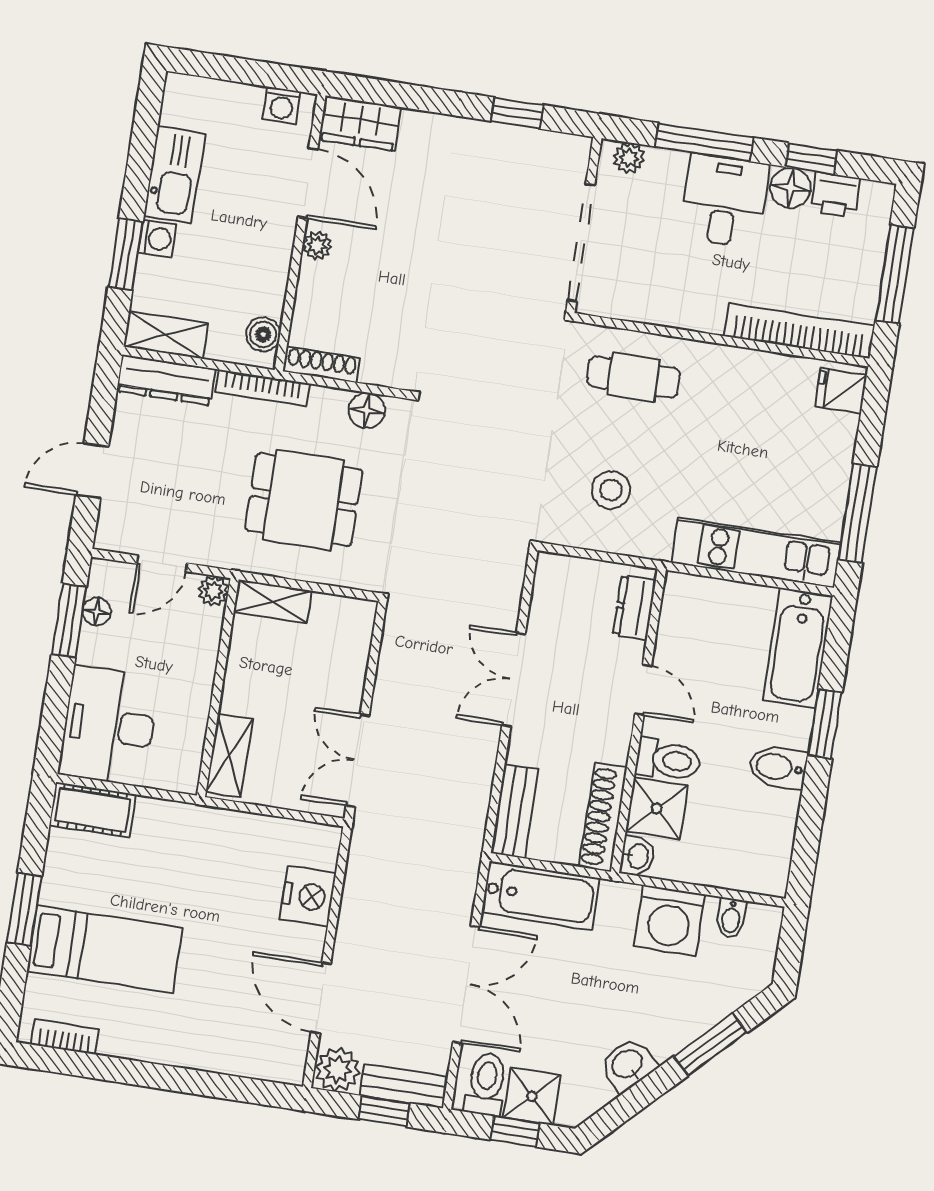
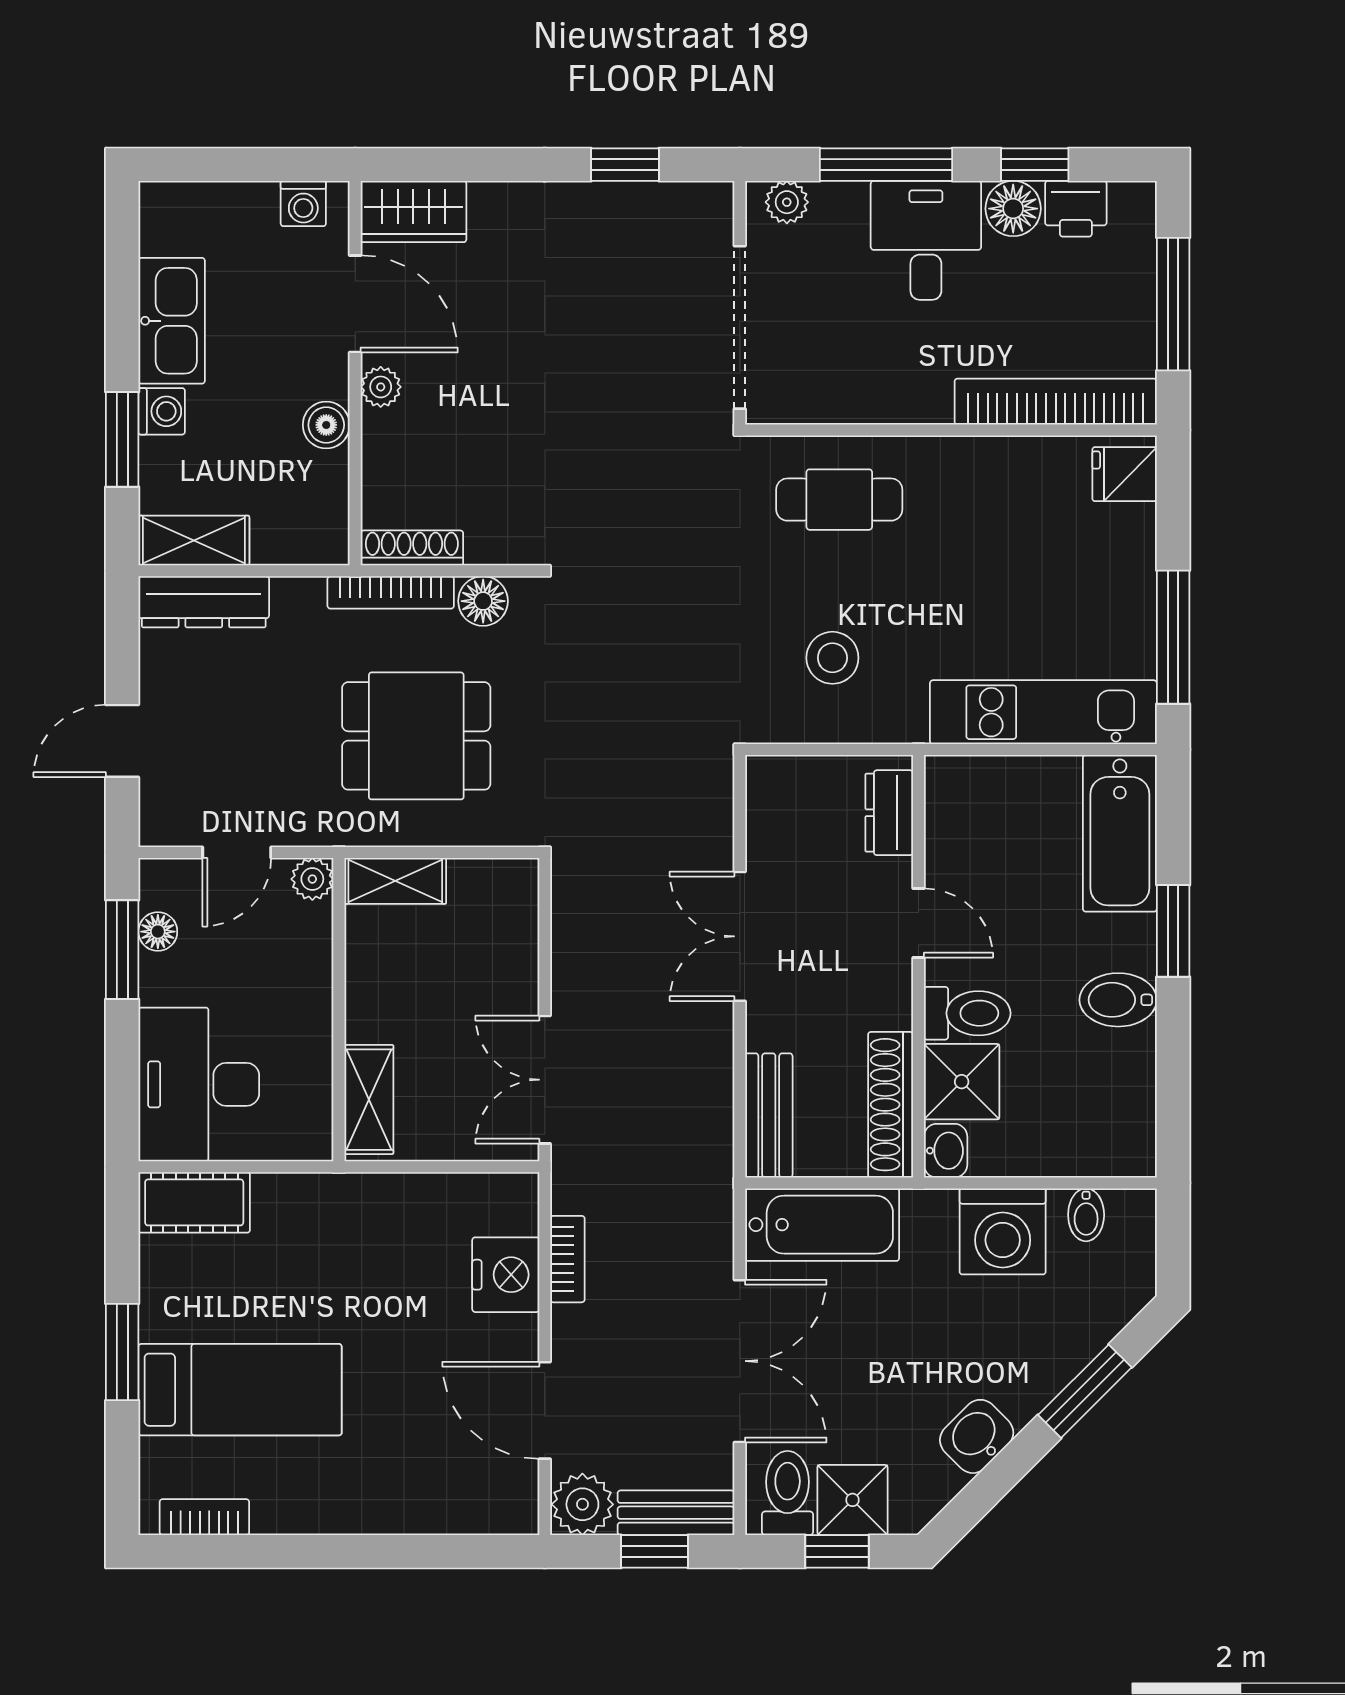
boiler: (263, 334) -> (326, 425), moved
bookcase: (263, 388) -> (391, 592), moved
bookcase: (354, 892) -> (567, 1259), added

